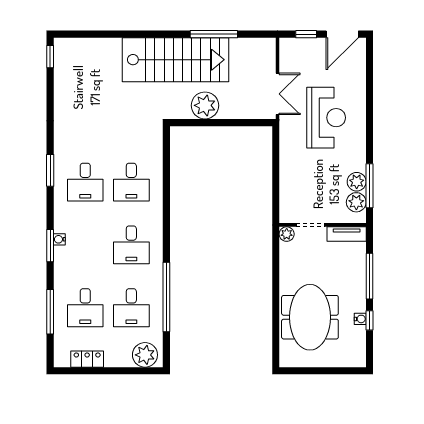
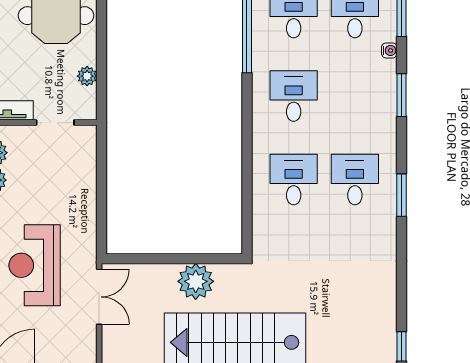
double door: (278, 94) -> (99, 297), swing flipped
plant: (287, 234) -> (87, 76), moved
water cooler: (59, 239) -> (389, 50), moved

